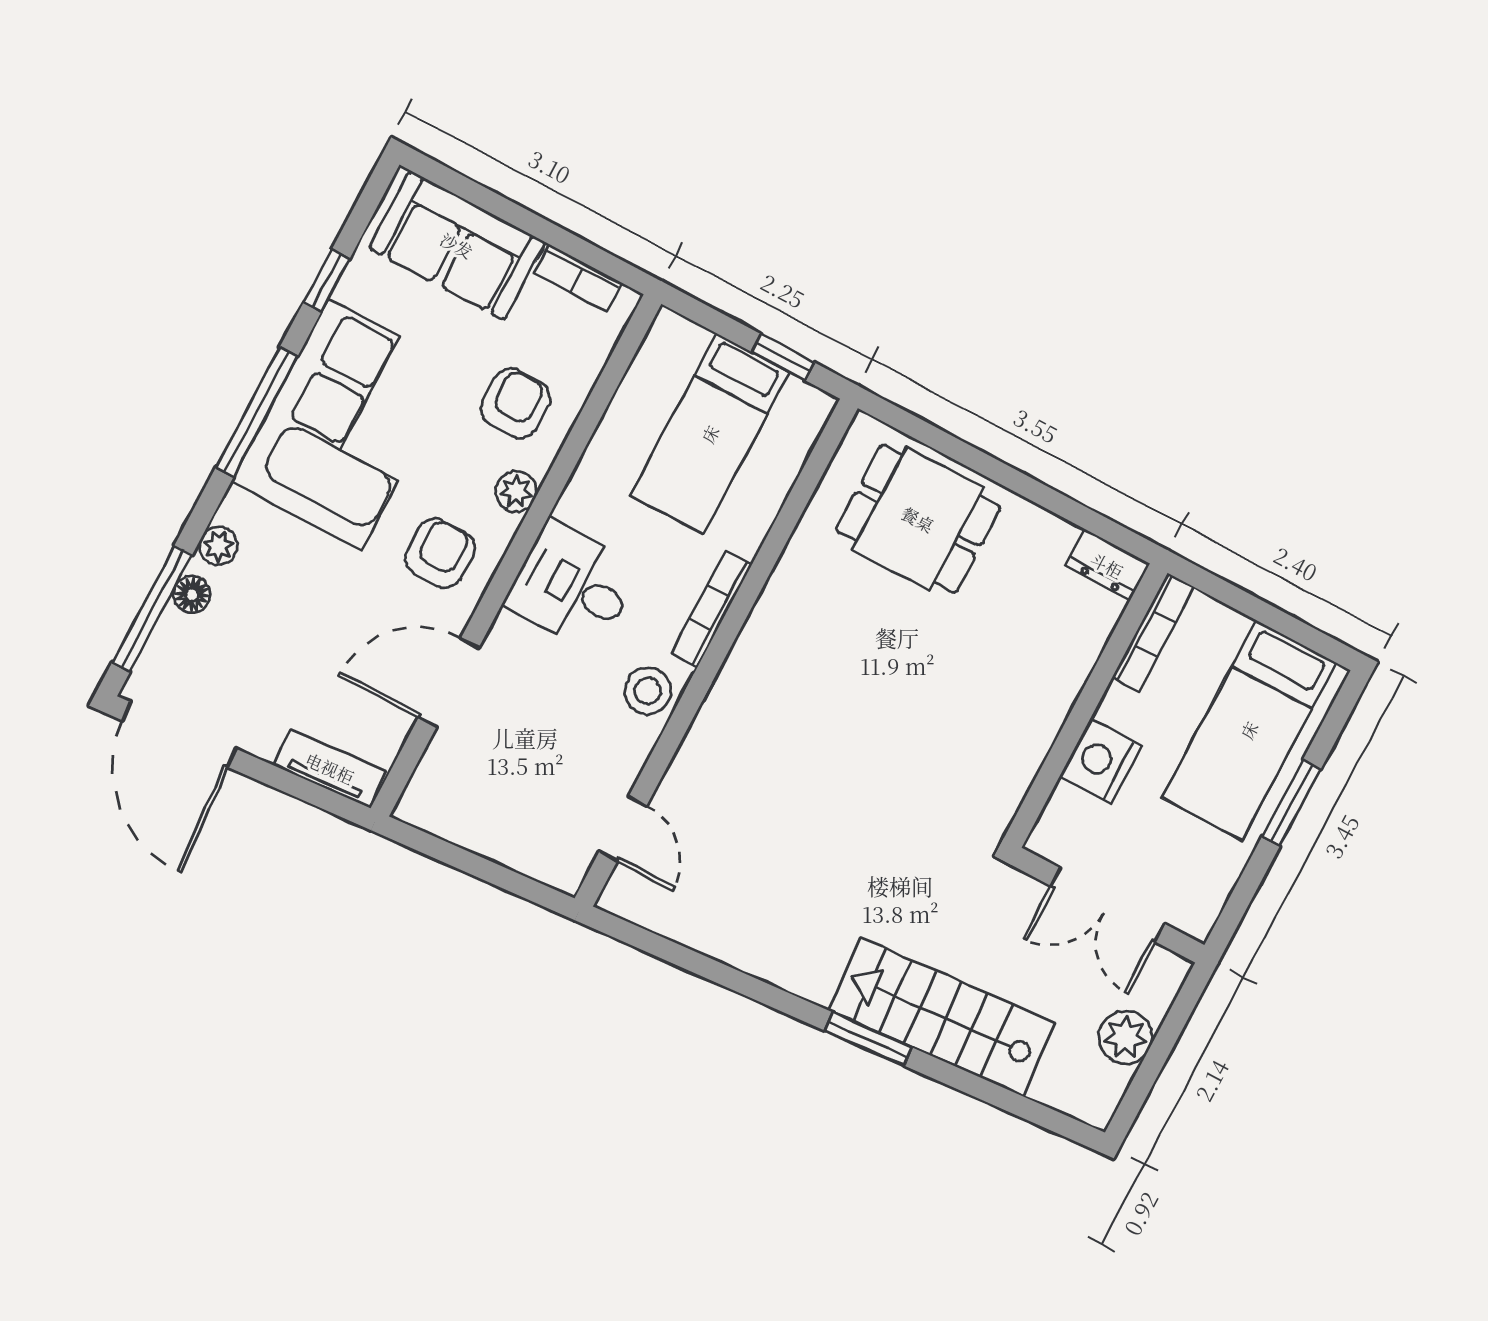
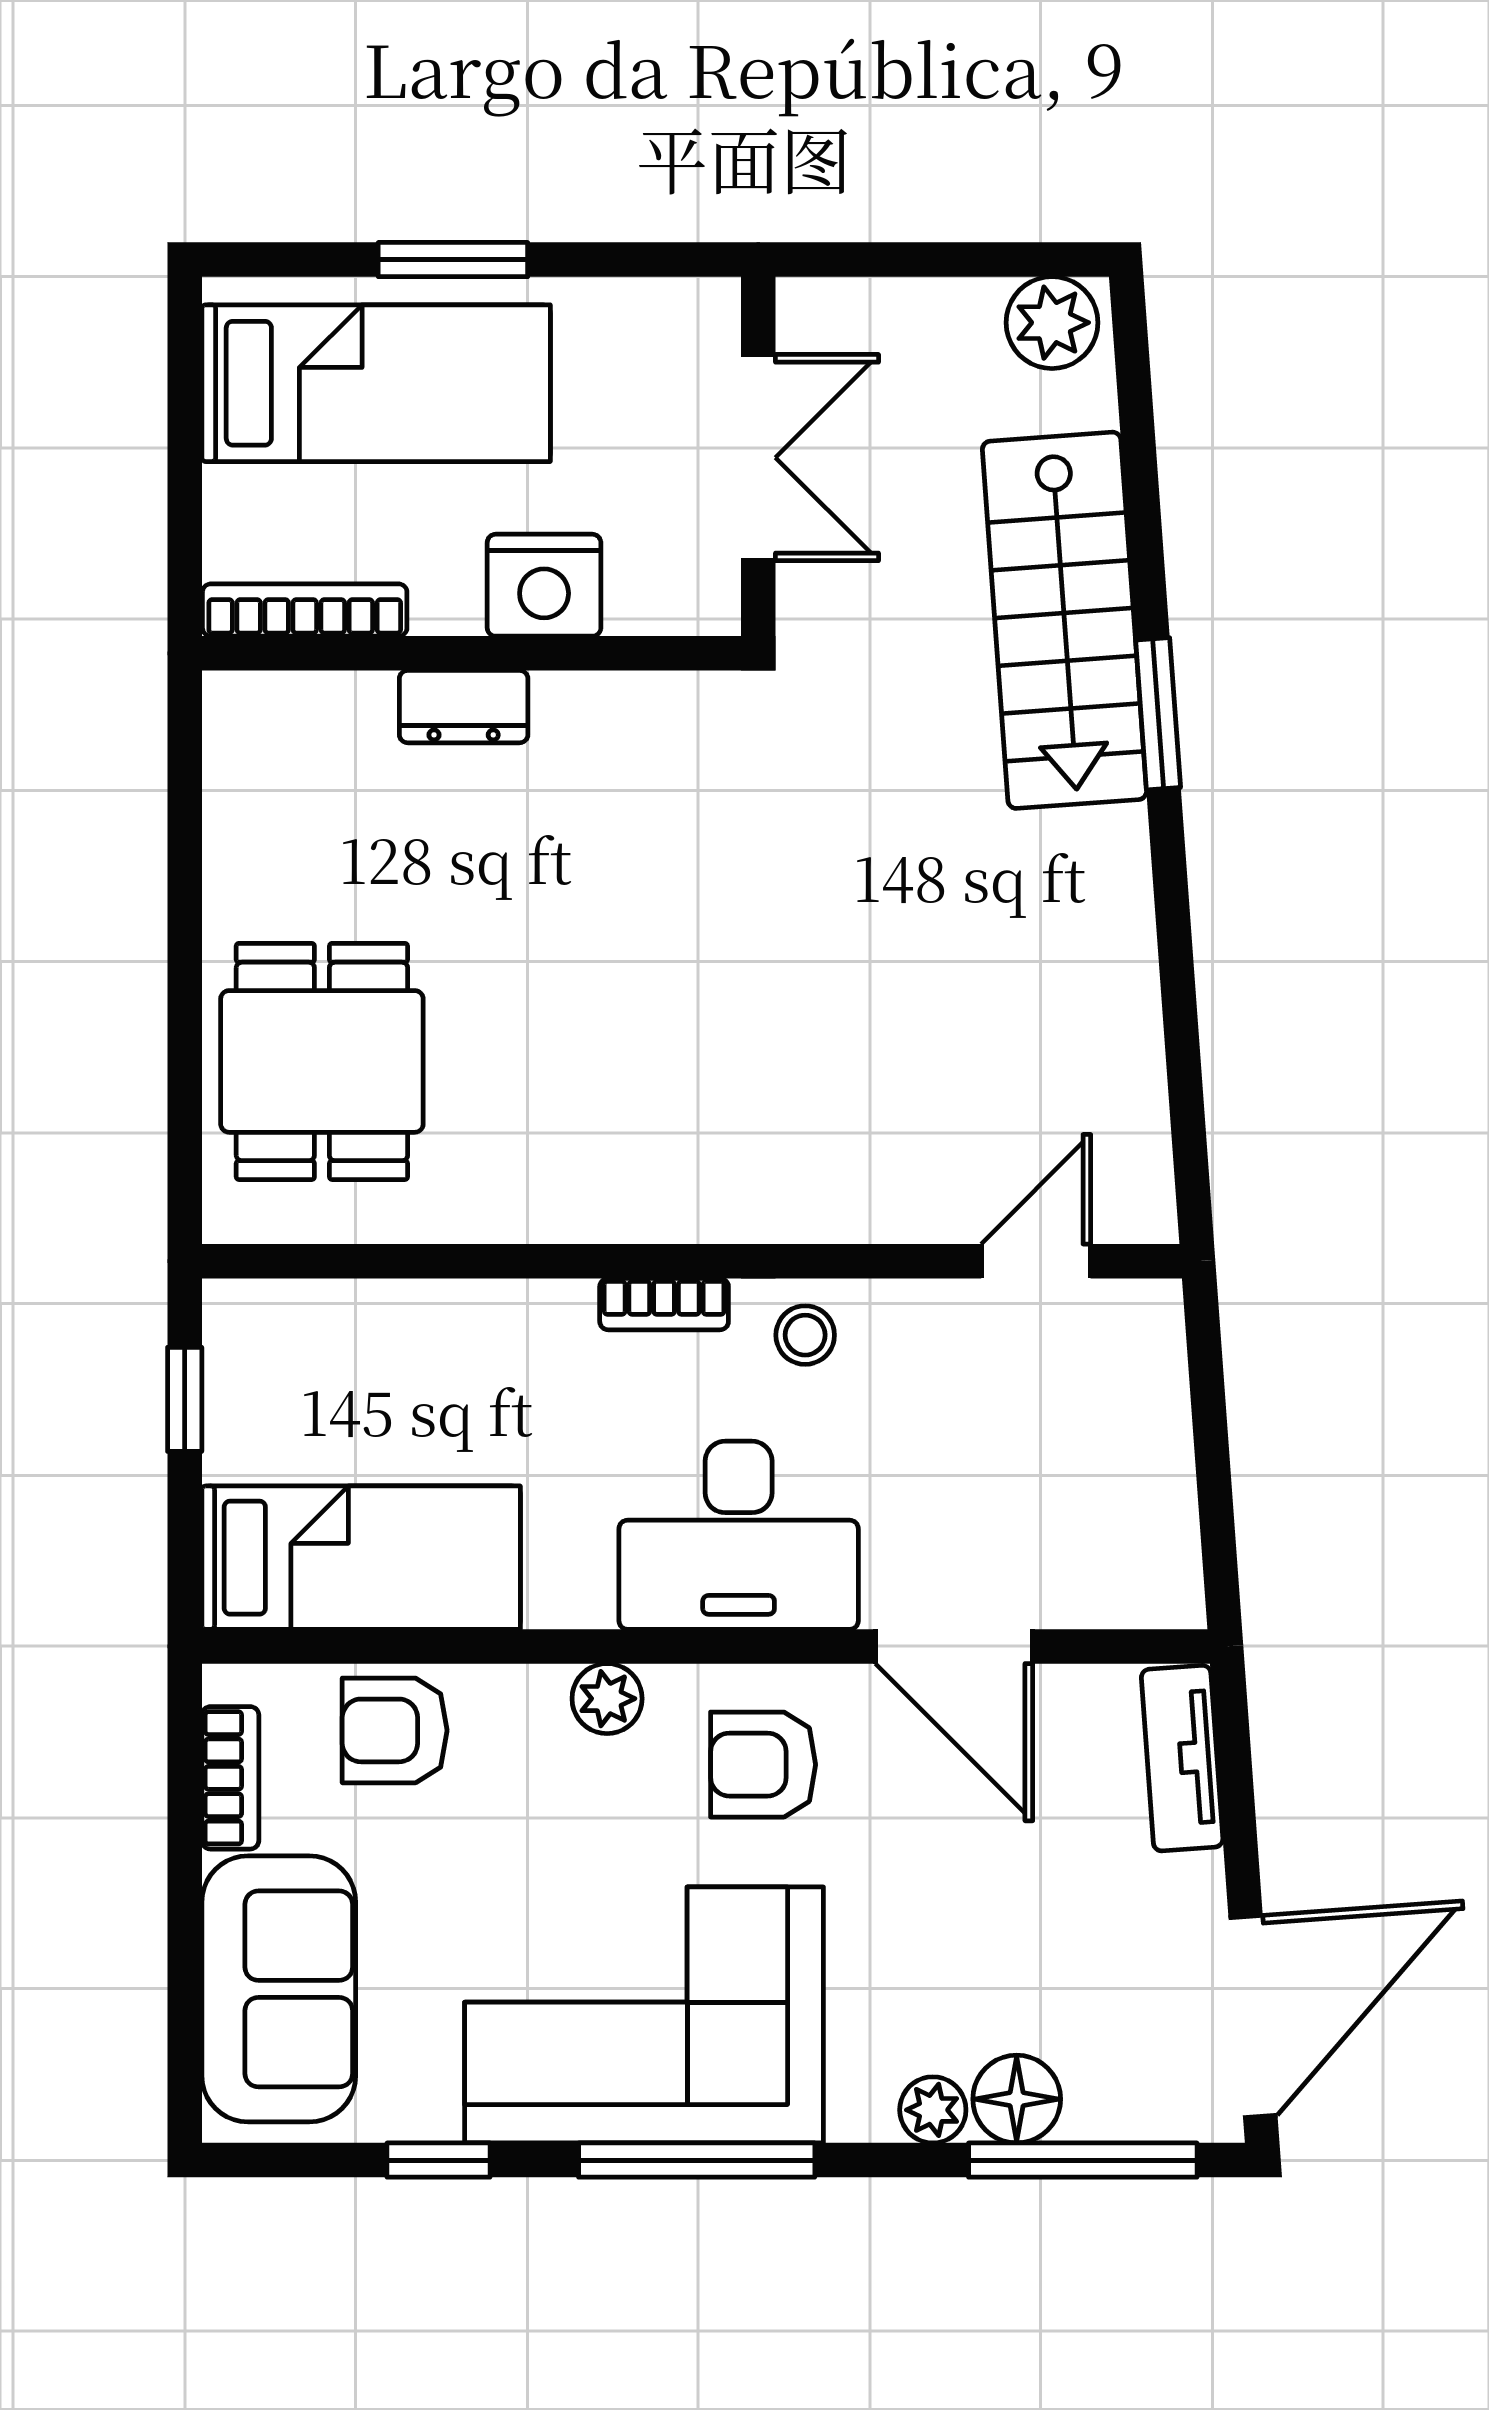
armchair: (515, 403) -> (395, 1730), moved
bed: (710, 434) -> (361, 1558), moved
dresser: (1107, 565) -> (464, 707), moved, turned 90
desk: (573, 586) -> (739, 1535), width x1.37
floor lamp: (192, 595) -> (1017, 2099), width x1.37, depth x1.37
bookcase: (712, 609) -> (664, 1304), width x0.64
stool: (648, 691) -> (805, 1335), width x0.73, depth x0.73
plant: (1126, 1037) -> (1052, 323), moved

